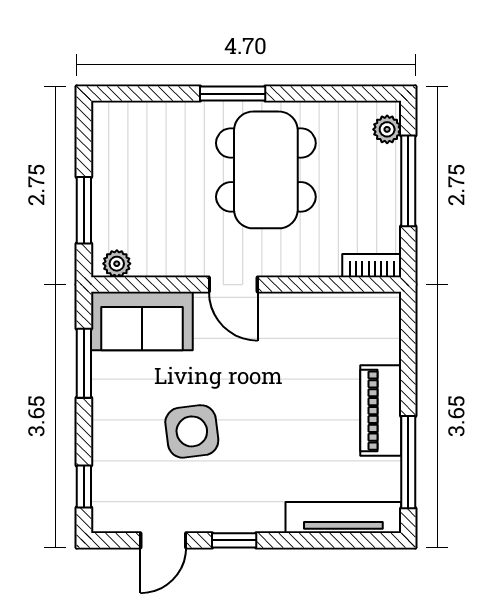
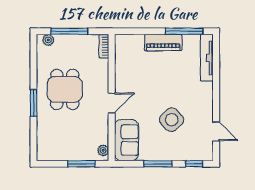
dining table: (266, 170) -> (65, 89), width x0.73
window: (84, 363) -> (158, 164), moved
side table: (192, 431) -> (172, 120), turned -37
window: (234, 540) -> (216, 102), removed

